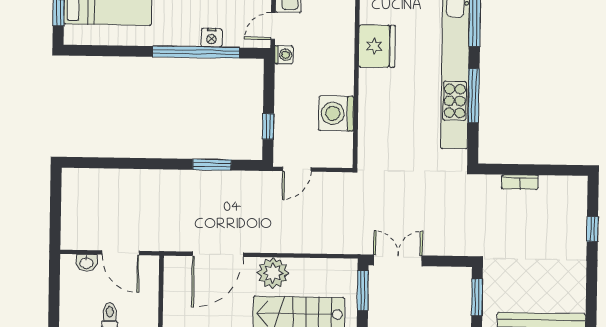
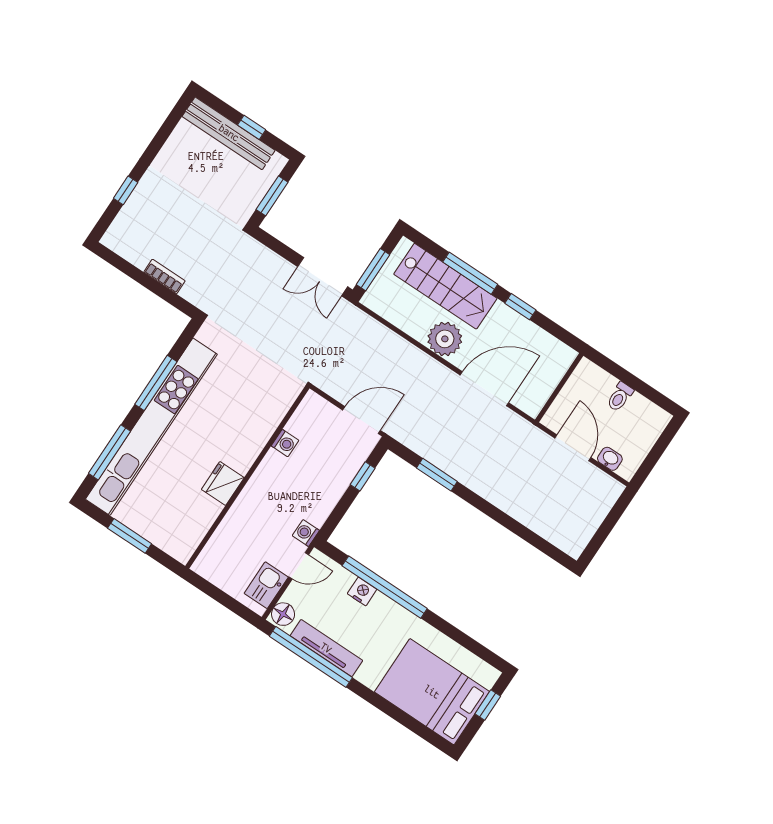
fridge: (377, 46) -> (223, 483), width x0.73, depth x0.75
washing machine: (336, 113) -> (285, 443), width x0.53, depth x0.53
door: (297, 169) -> (362, 420), width x1.38

